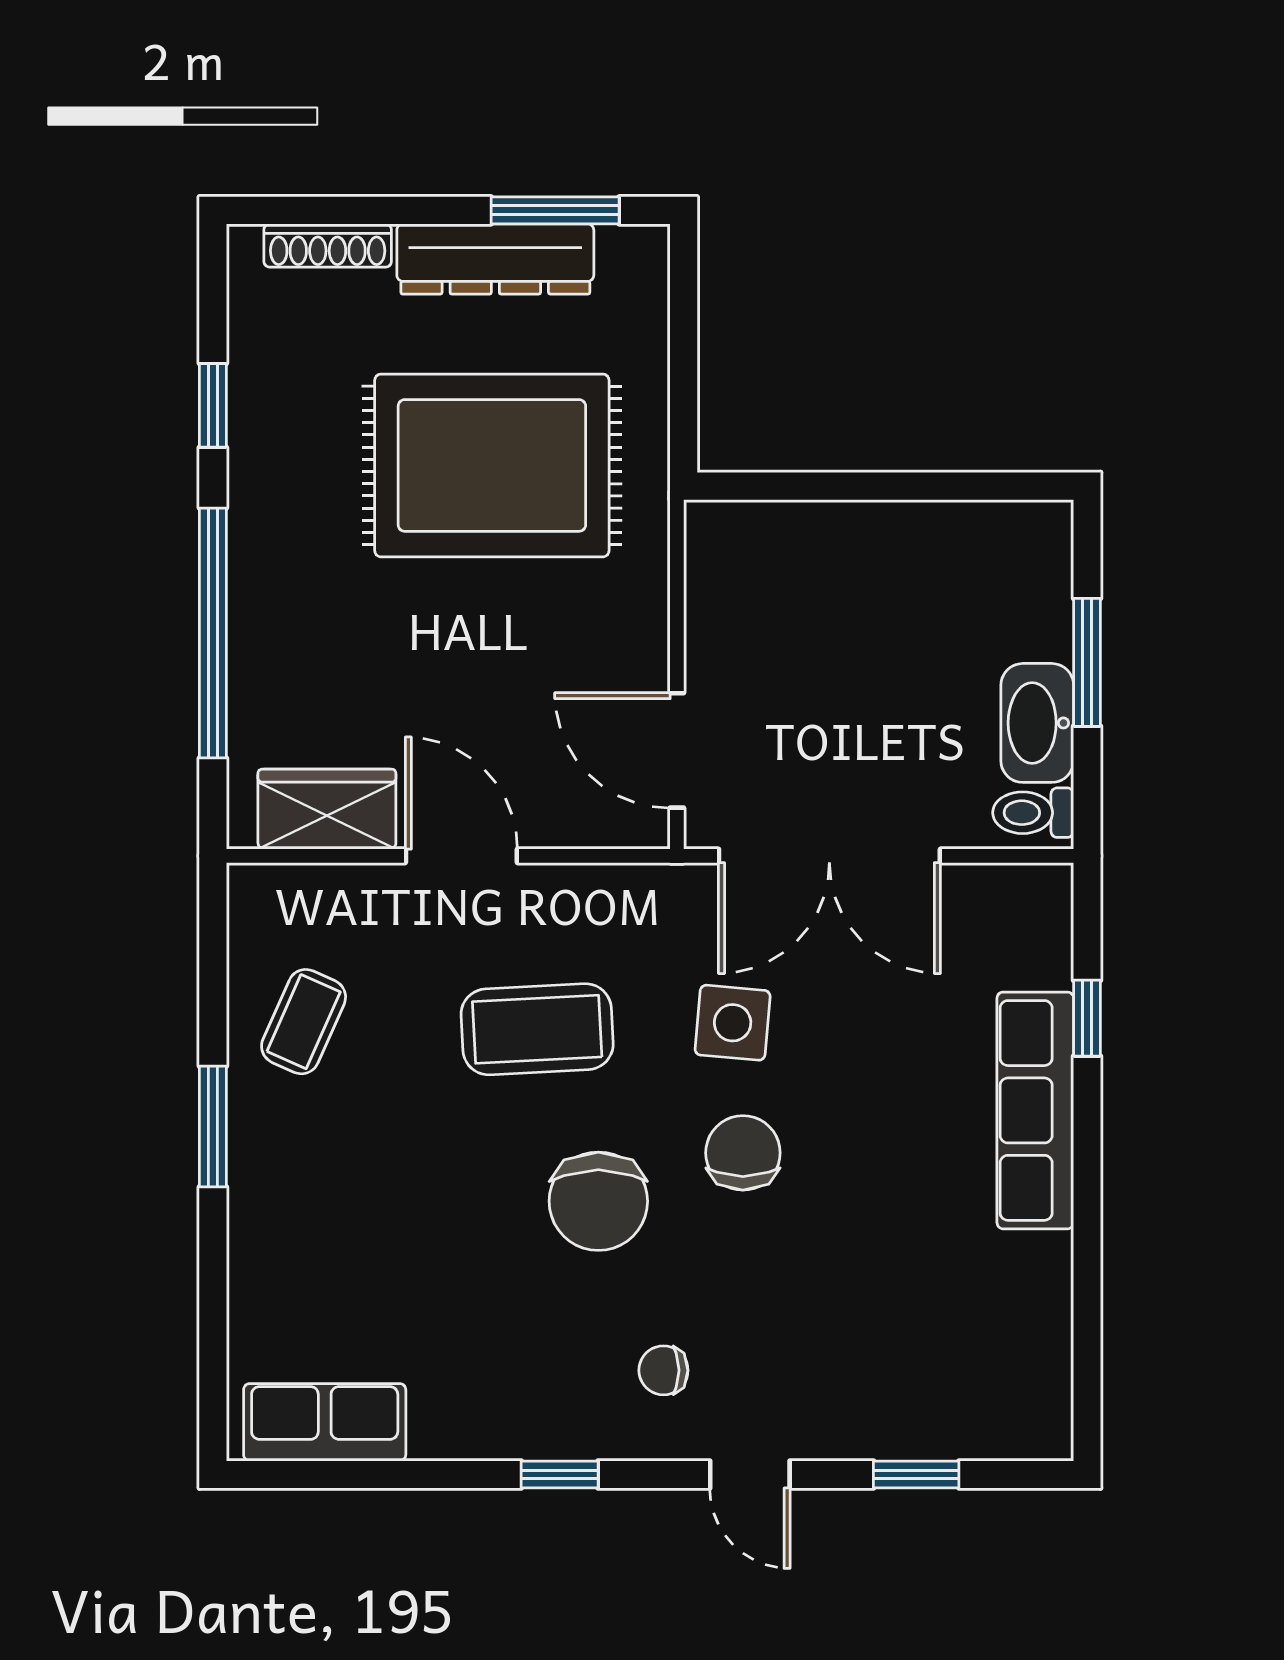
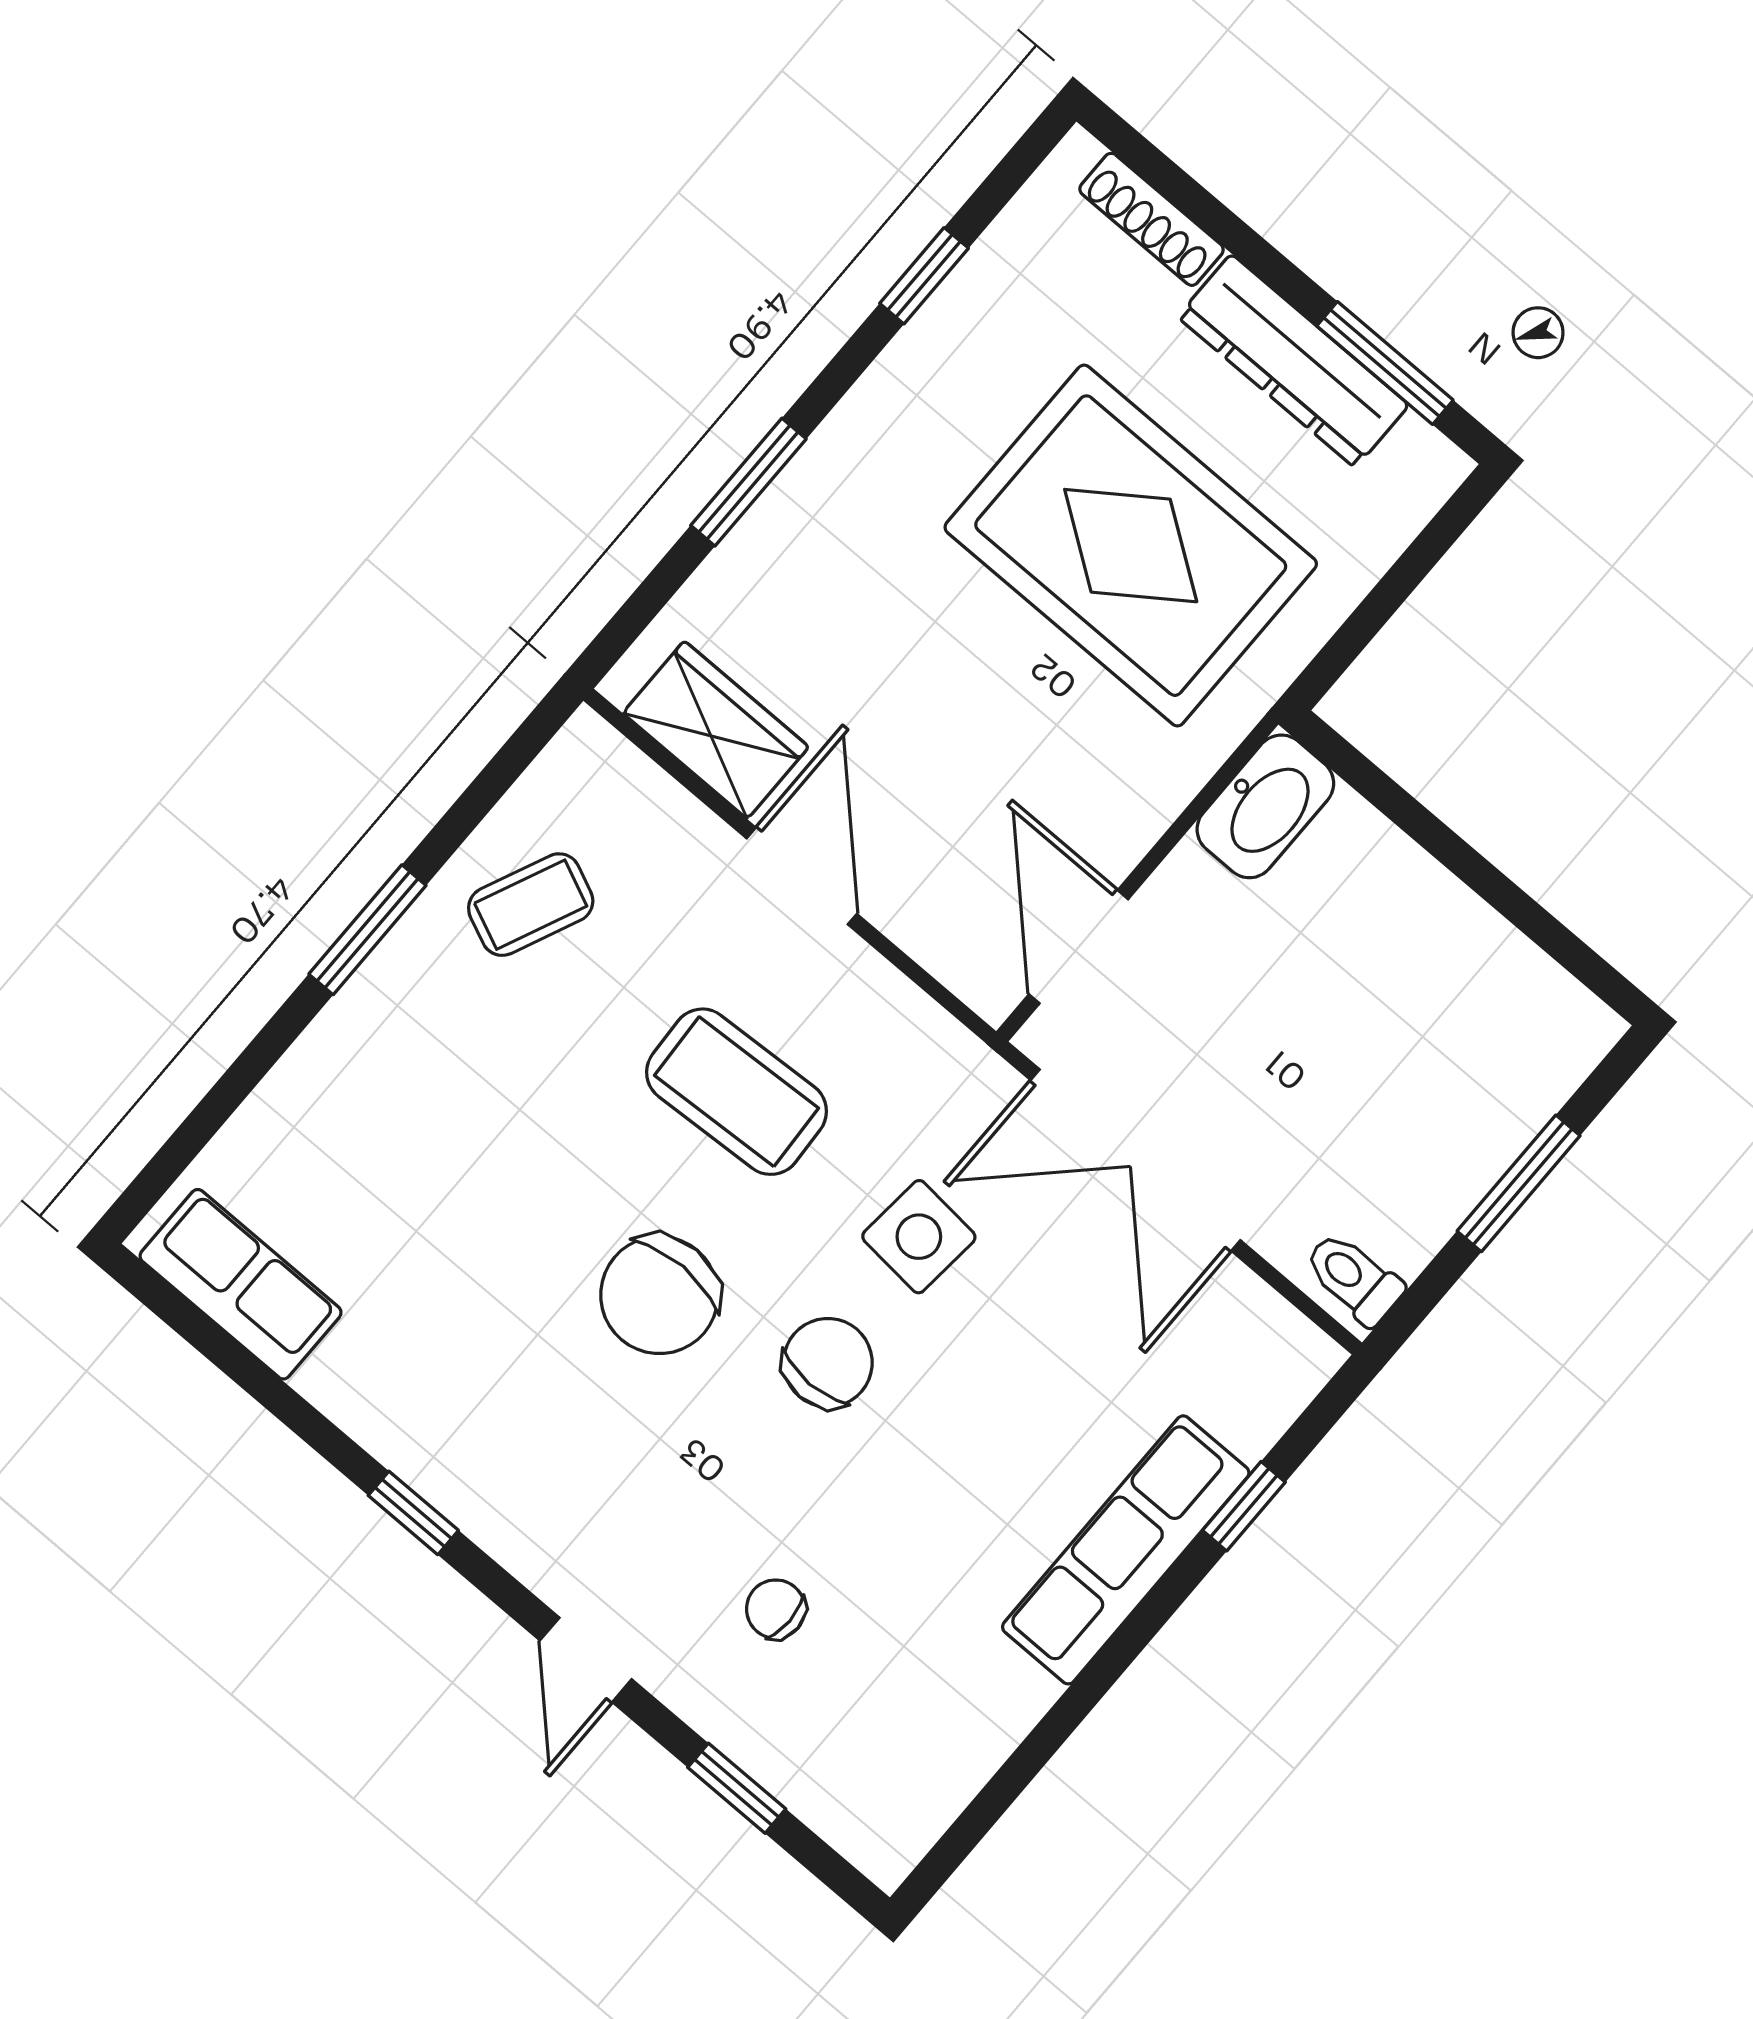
window: (213, 633) -> (748, 482), width x0.47
washbasin: (1037, 723) -> (1265, 806), moved, turned 180
chair: (663, 1370) -> (776, 1609), moved

